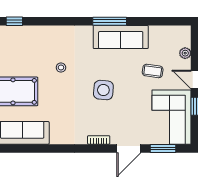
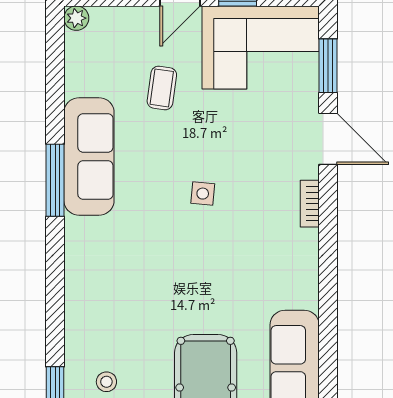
plant: (185, 53) -> (76, 18), moved
stool: (61, 68) -> (106, 382), moved
side table: (103, 90) -> (203, 194), width x0.54, depth x0.54

